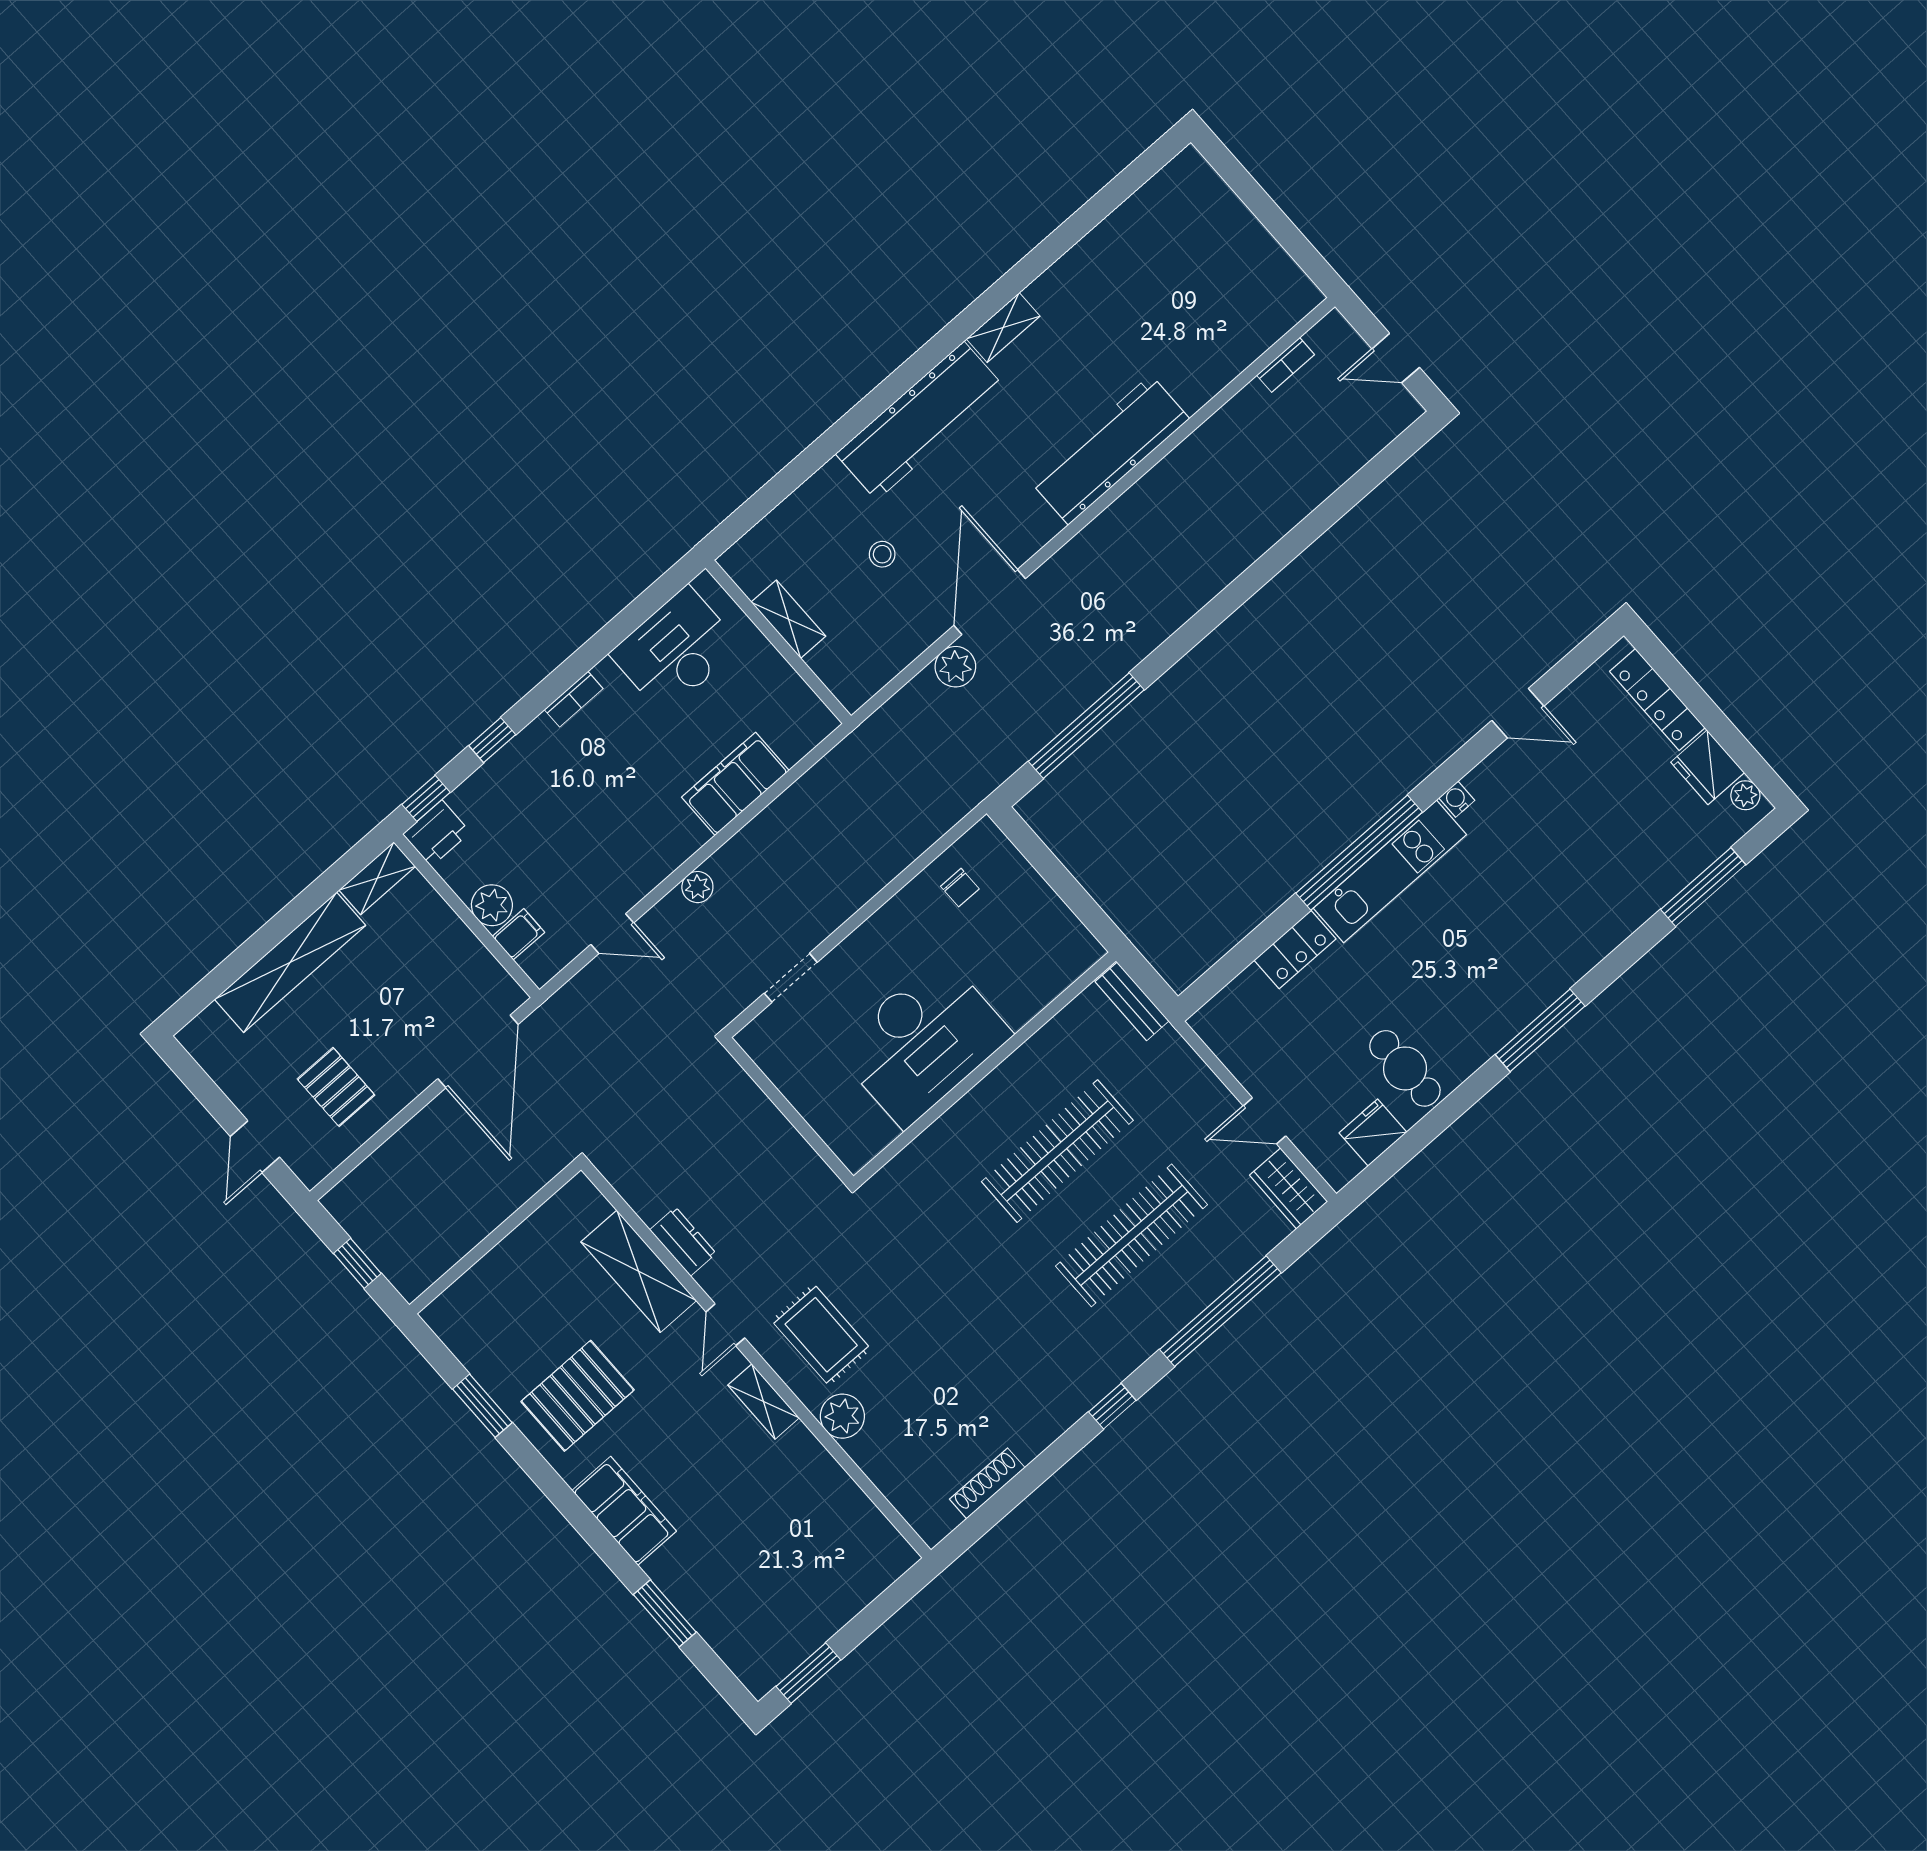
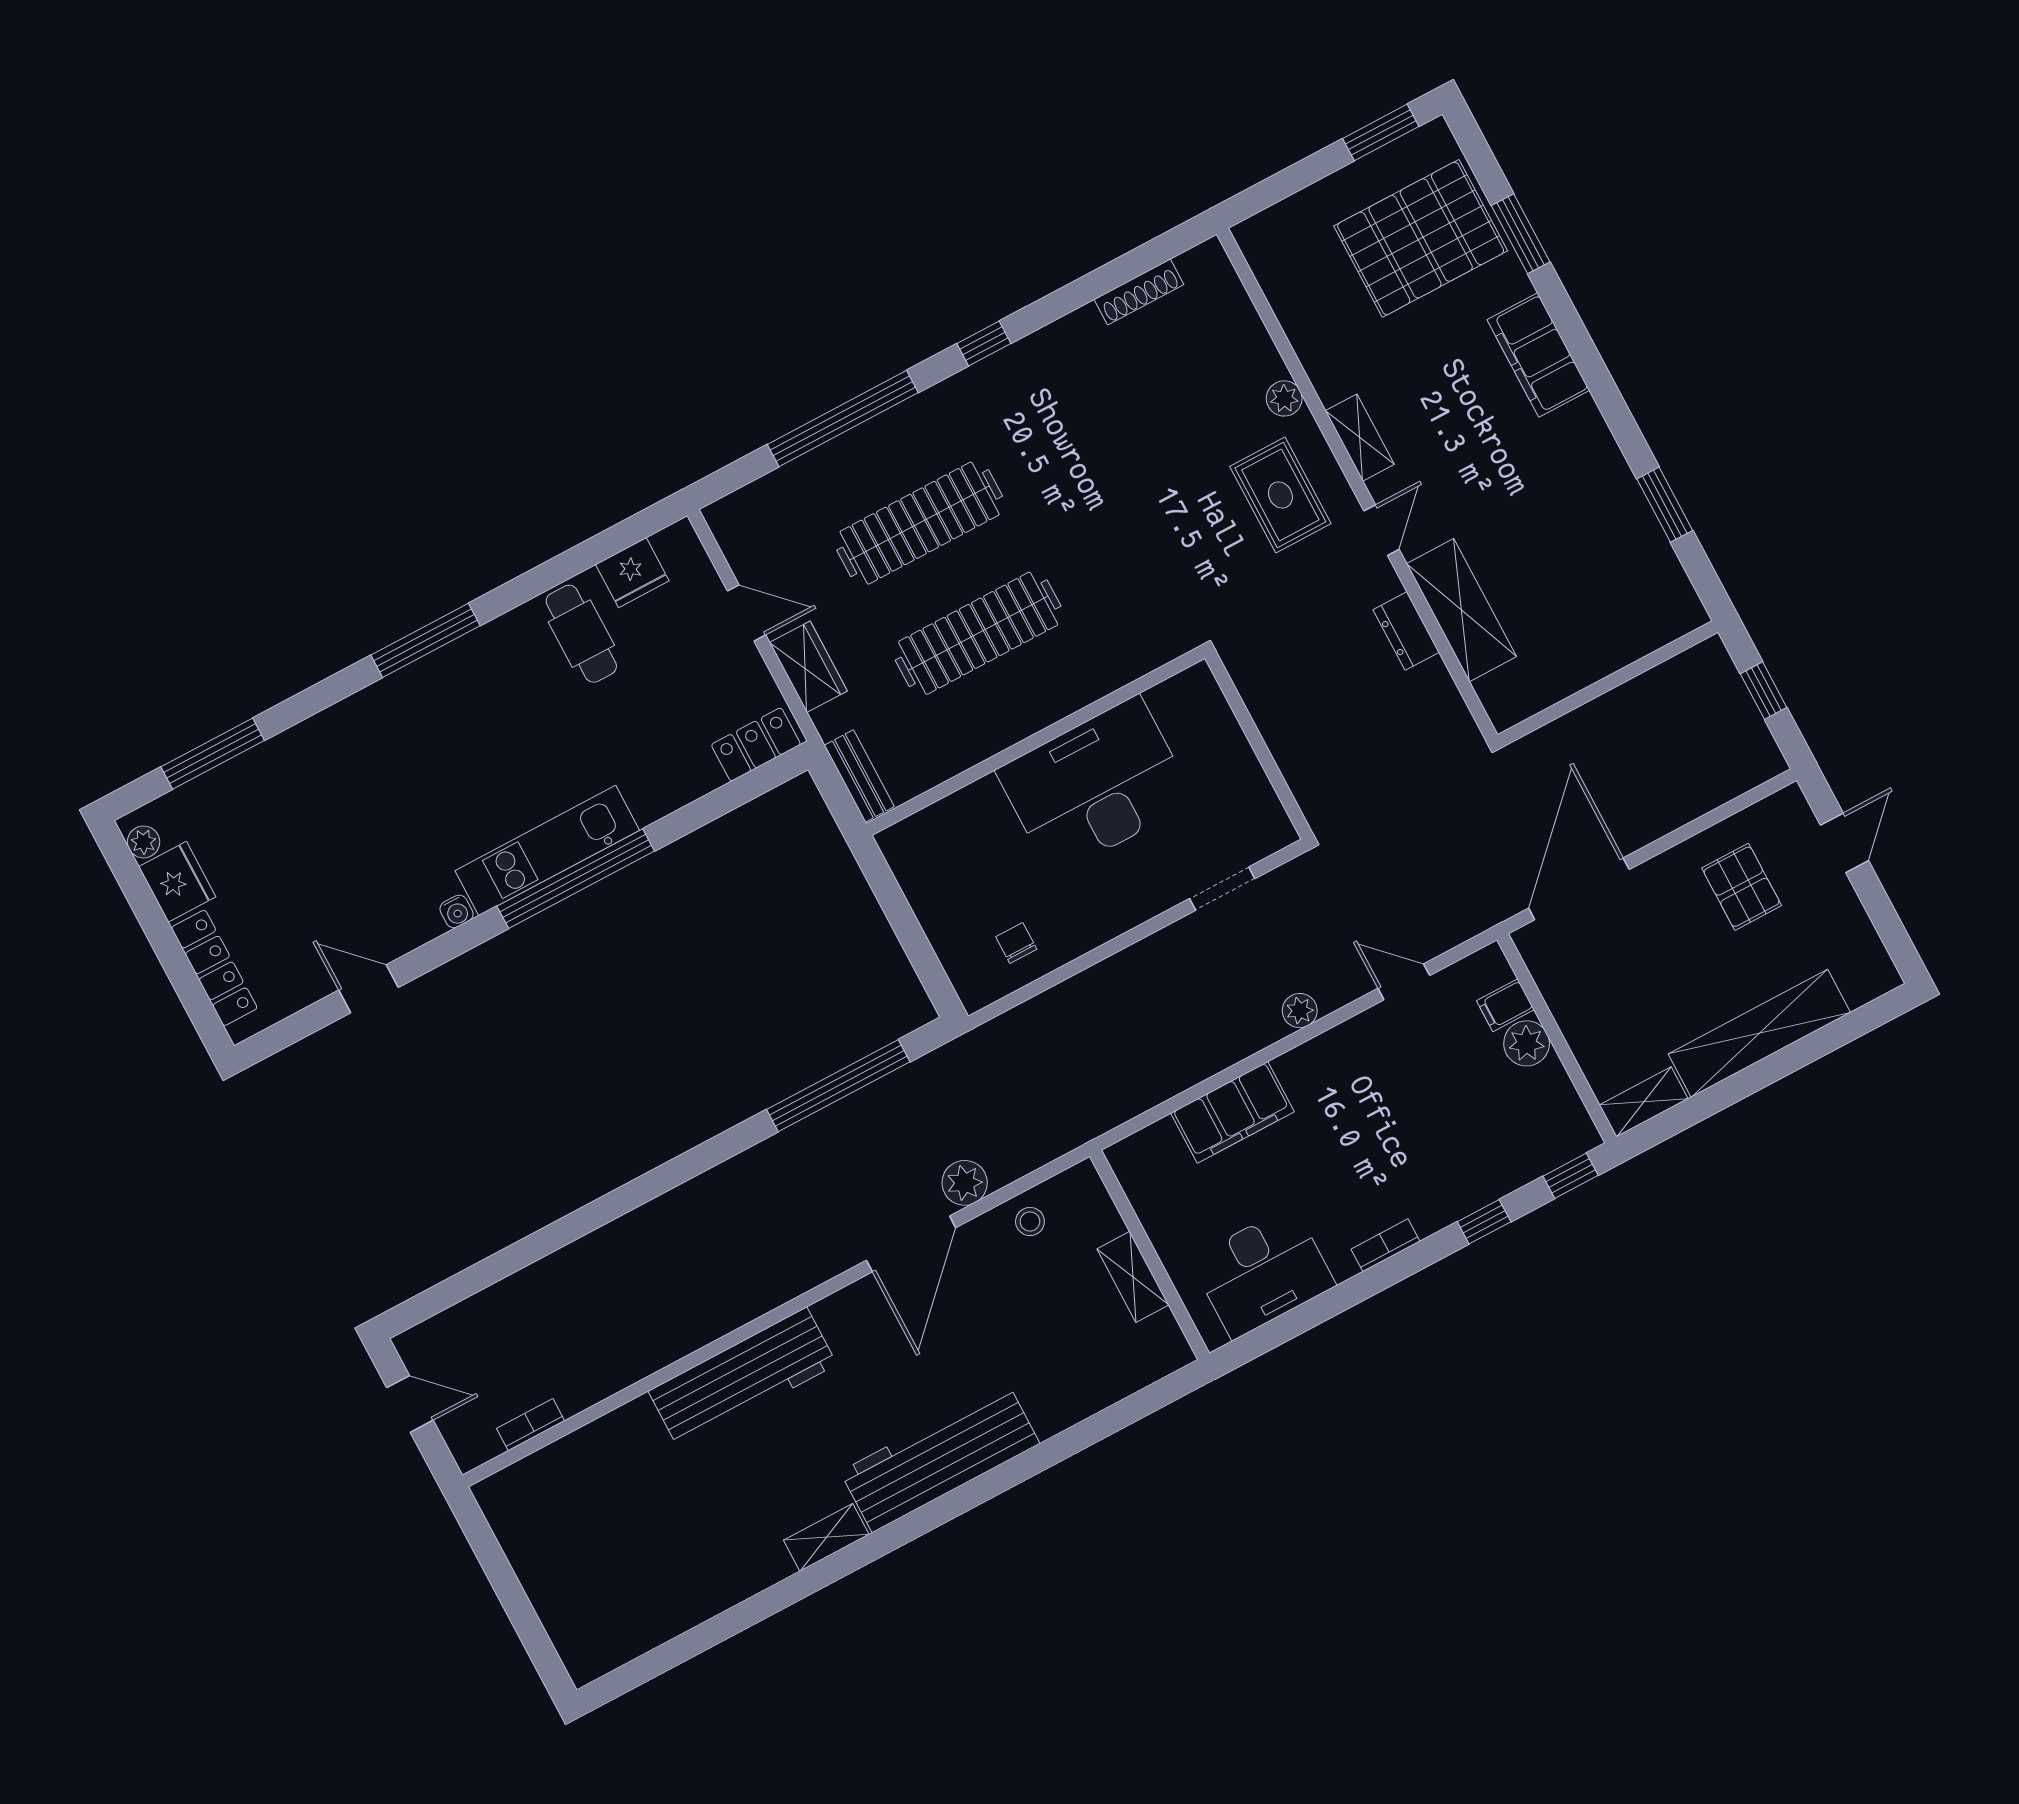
stool: (882, 554) -> (1030, 1221), moved
printer: (437, 833) -> (1568, 1135), removed
locker: (1295, 950) -> (756, 744), moved
wardrobe: (1289, 1188) -> (808, 667), moved
pallet: (578, 1396) -> (1421, 238), moved, width x1.37, depth x1.41
plant: (842, 1416) -> (1284, 398), width x0.73, depth x0.73

